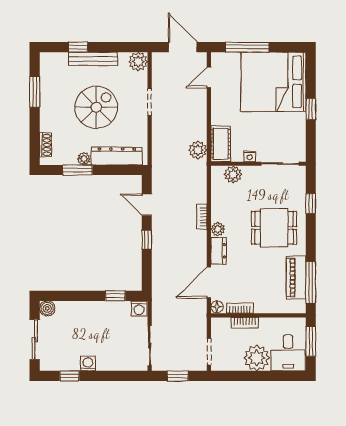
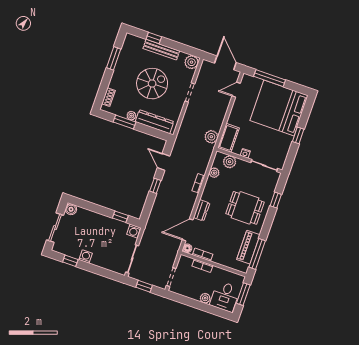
plant: (218, 229) -> (214, 173), moved
plant: (257, 358) -> (205, 298), width x0.53, depth x0.53

